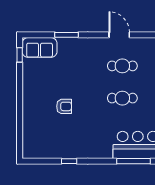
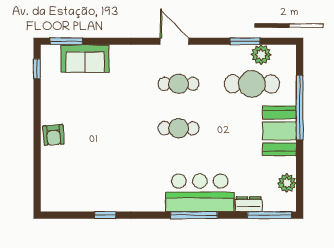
window: (67, 35) -> (66, 41), moved
sofa: (40, 47) -> (85, 58), moved
armchair: (64, 106) -> (54, 135), moved, turned 86

